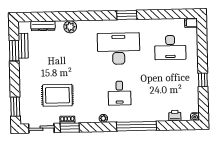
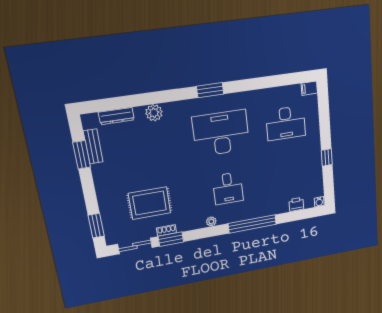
window: (127, 15) -> (210, 90), moved

